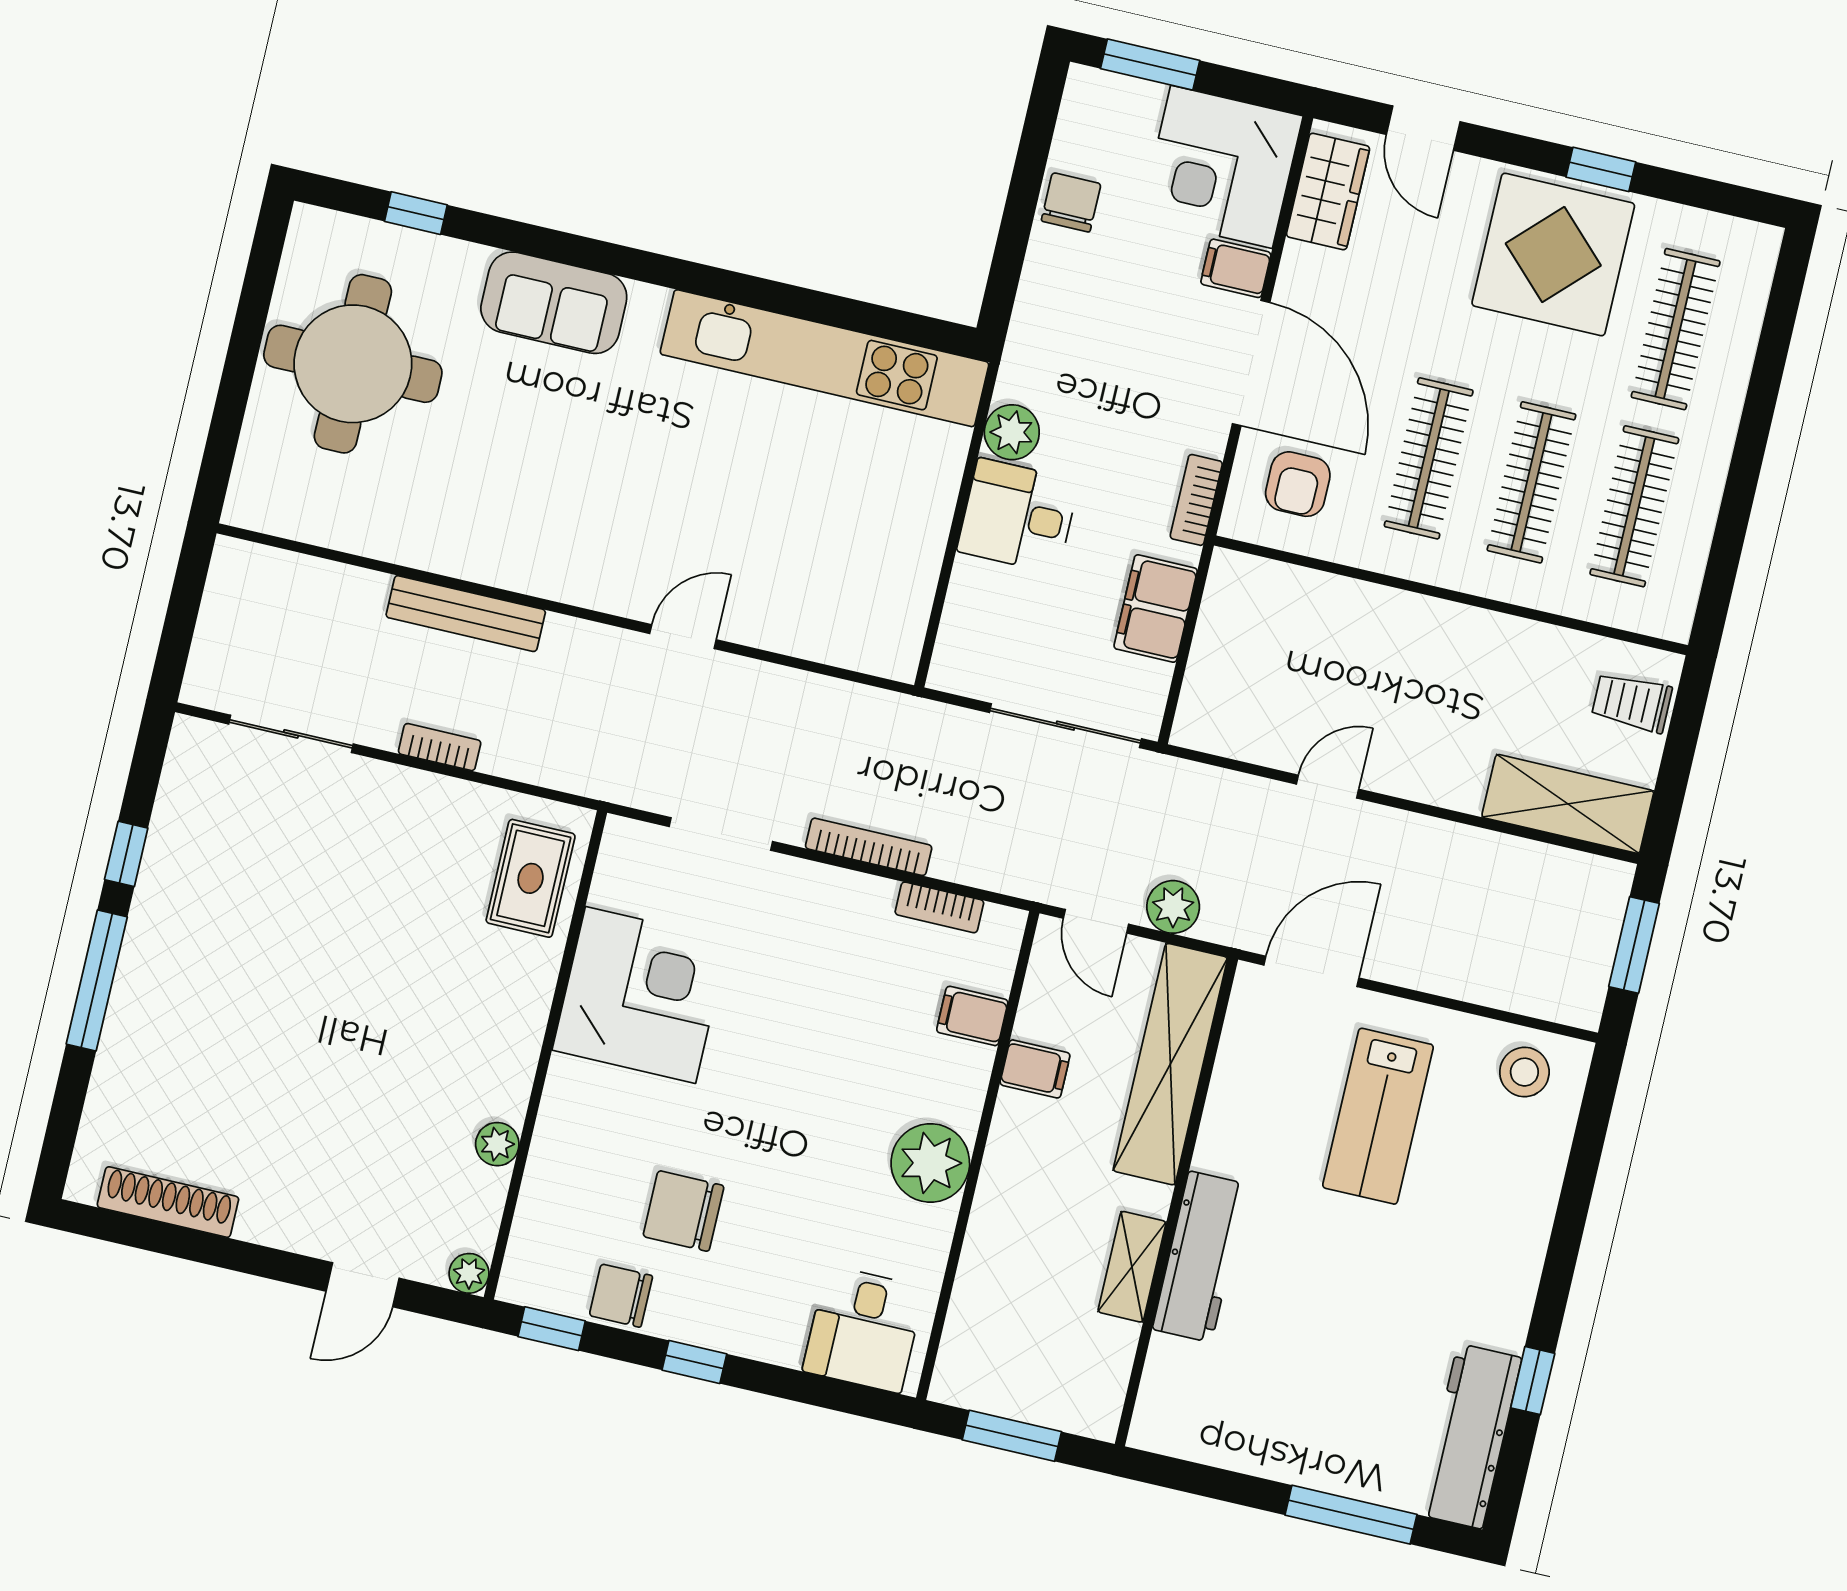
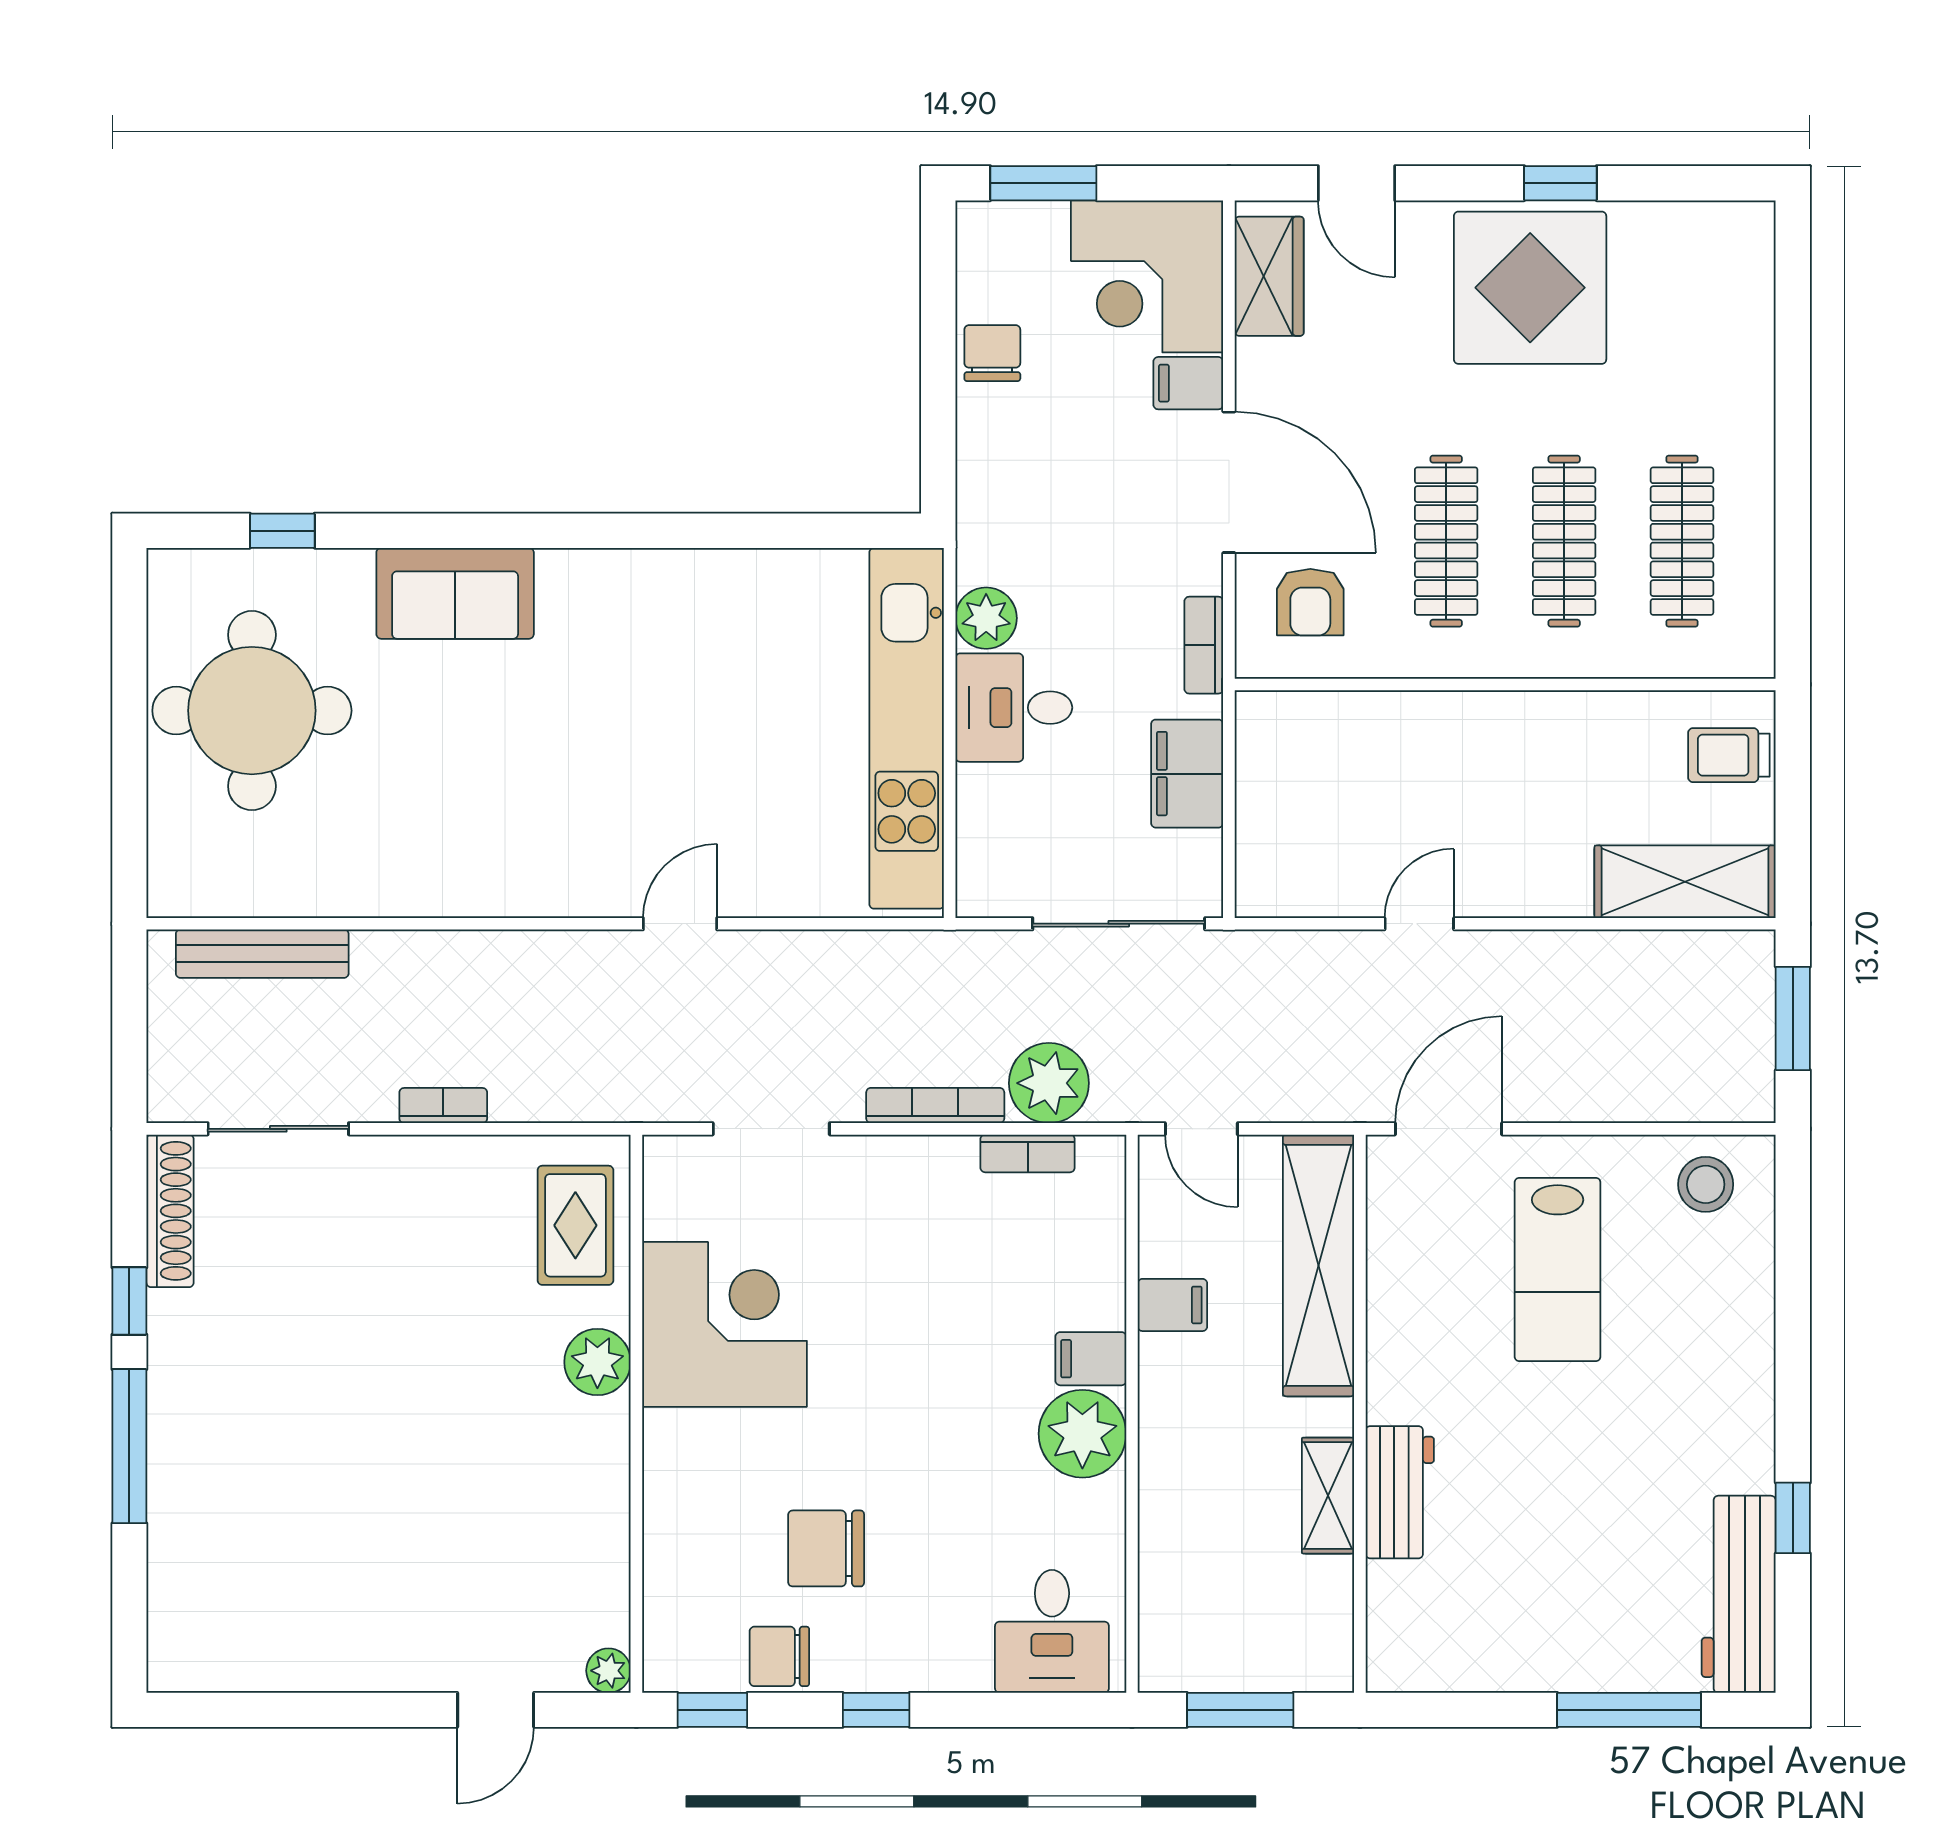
clothes rail: (1676, 329) -> (1682, 338), removed
kitchen unit: (824, 358) -> (907, 728), moved, turned 90
bench: (466, 614) -> (262, 954), moved
plant: (1173, 907) -> (1049, 1083), moved, width x1.36, depth x1.36
filing cabinet: (972, 1016) -> (1091, 1359), moved
plant: (497, 1144) -> (597, 1362), moved, width x1.38, depth x1.38
shoe rack: (168, 1202) -> (170, 1211), moved, turned 90
workbench: (1200, 1257) -> (1400, 1492), width x0.73

